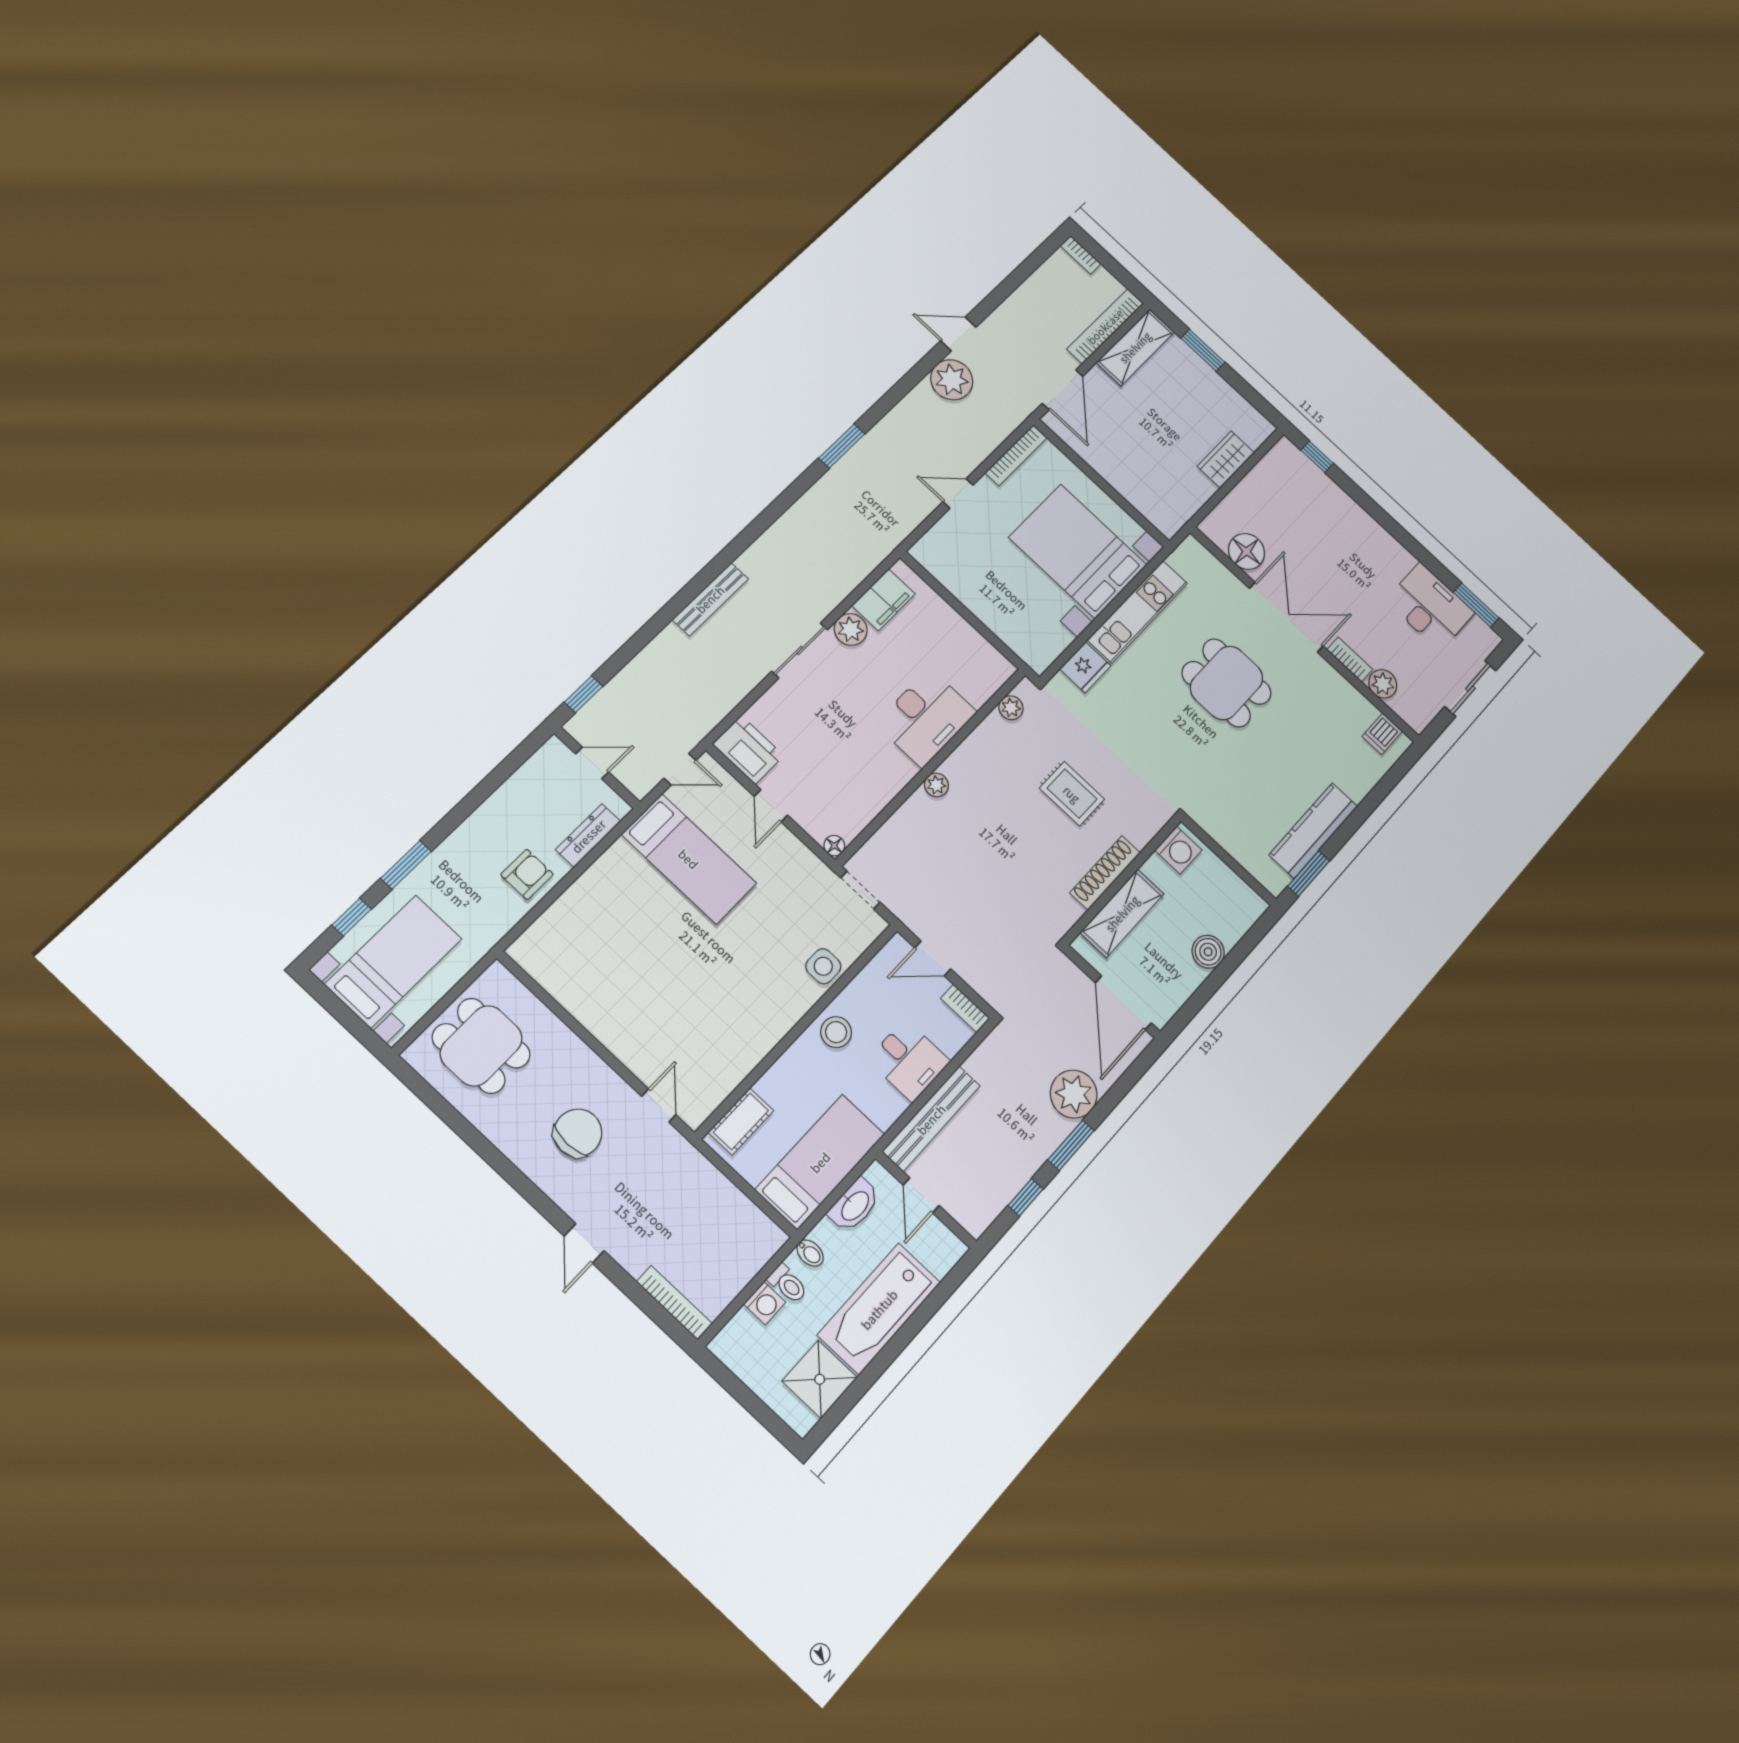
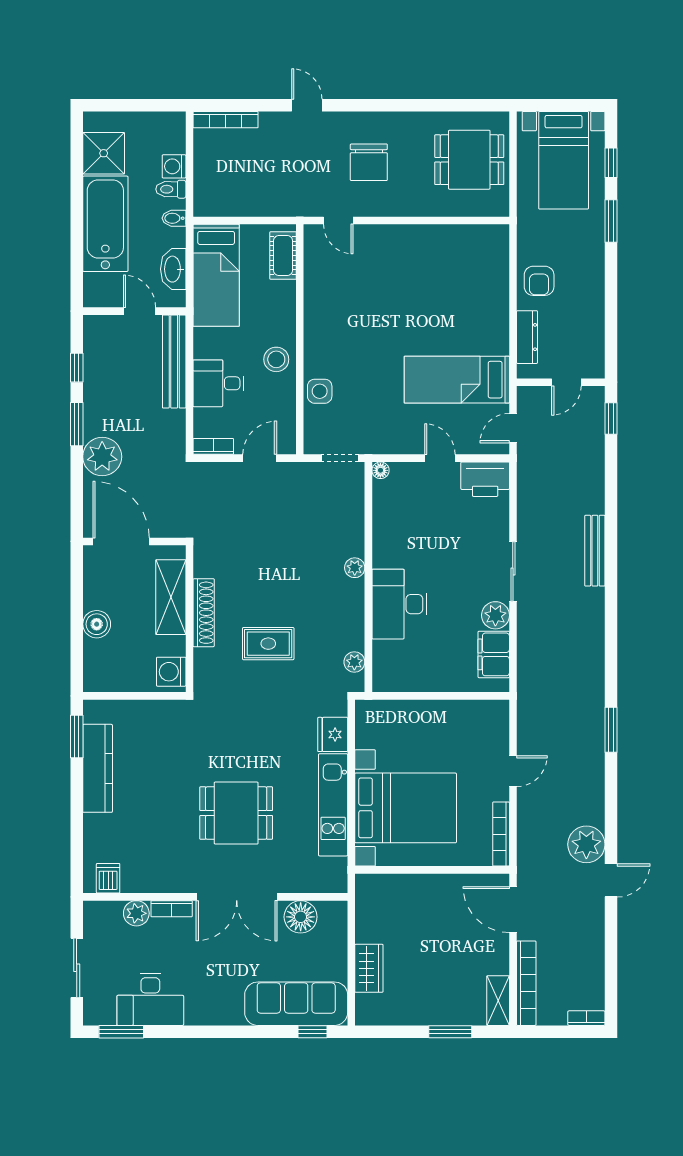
shelving: (1135, 347) -> (498, 1001), width x0.67, depth x0.75
sofa: (1311, 490) -> (296, 1004), added

